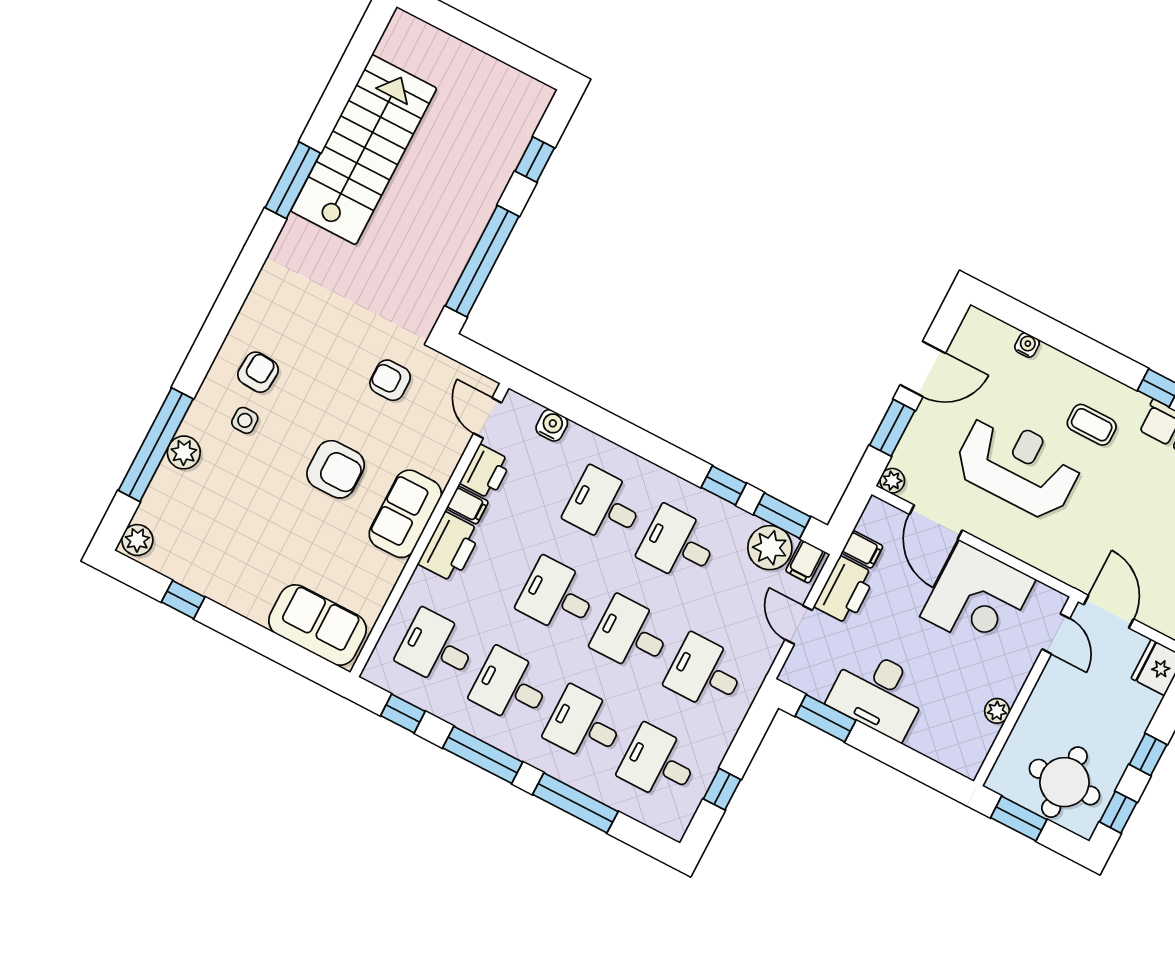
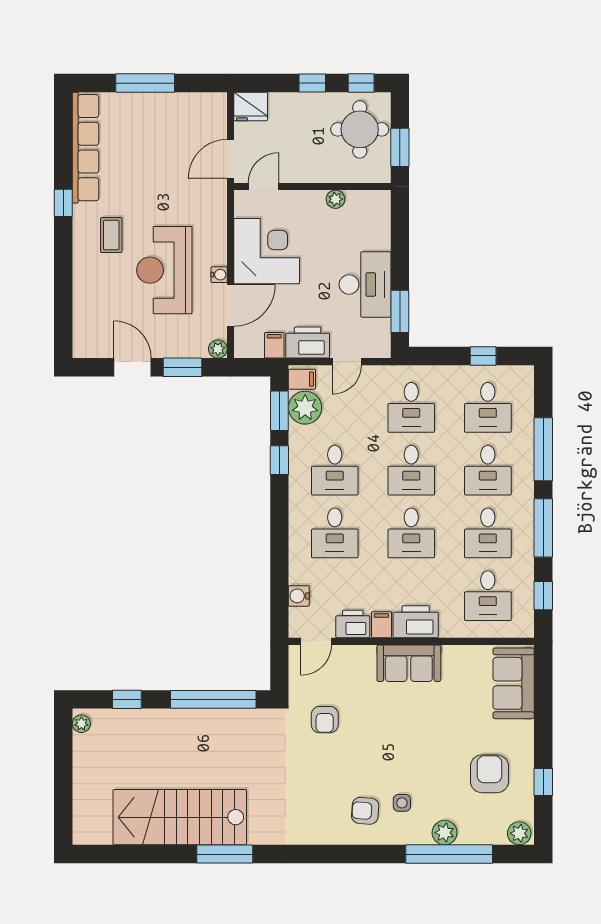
plant: (534, 91) -> (81, 724), added
water cooler: (1027, 345) -> (219, 275), moved, turned 180
armchair: (336, 469) -> (489, 774), moved

